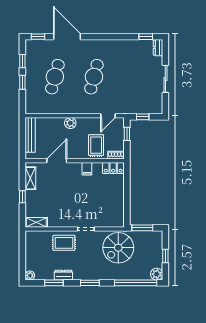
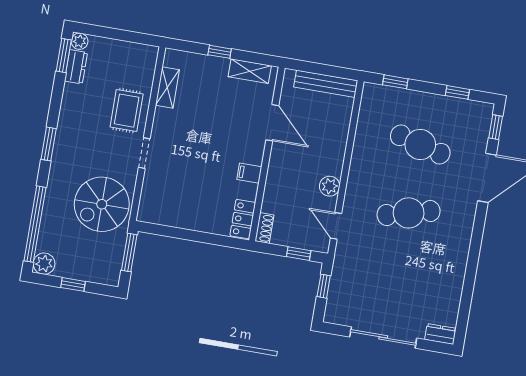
window: (146, 37) -> (463, 316), removed
cafe table: (94, 77) -> (409, 213), turned -30
sliding door: (165, 79) -> (383, 337), width x1.37
window: (22, 82) -> (395, 82), moved
plant: (70, 123) -> (330, 186), moved
rug: (96, 145) -> (288, 196), removed
shelving: (36, 222) -> (167, 88), moved
spiral stairs: (118, 248) -> (102, 204), turned -90
dresser: (63, 275) -> (76, 67), moved
window: (54, 283) -> (64, 56), moved

